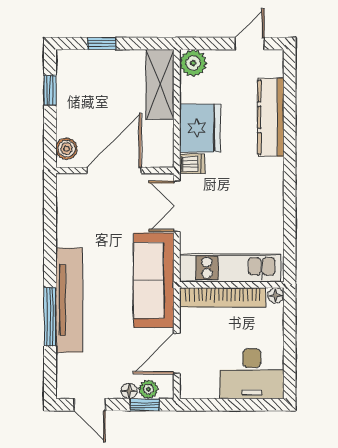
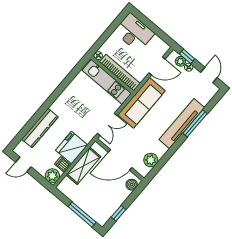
window: (102, 44) -> (82, 214), width x2.17
shelving: (160, 84) -> (83, 166), moved
dishwasher: (192, 164) -> (63, 164), moved
plant: (69, 208) -> (151, 160), added

